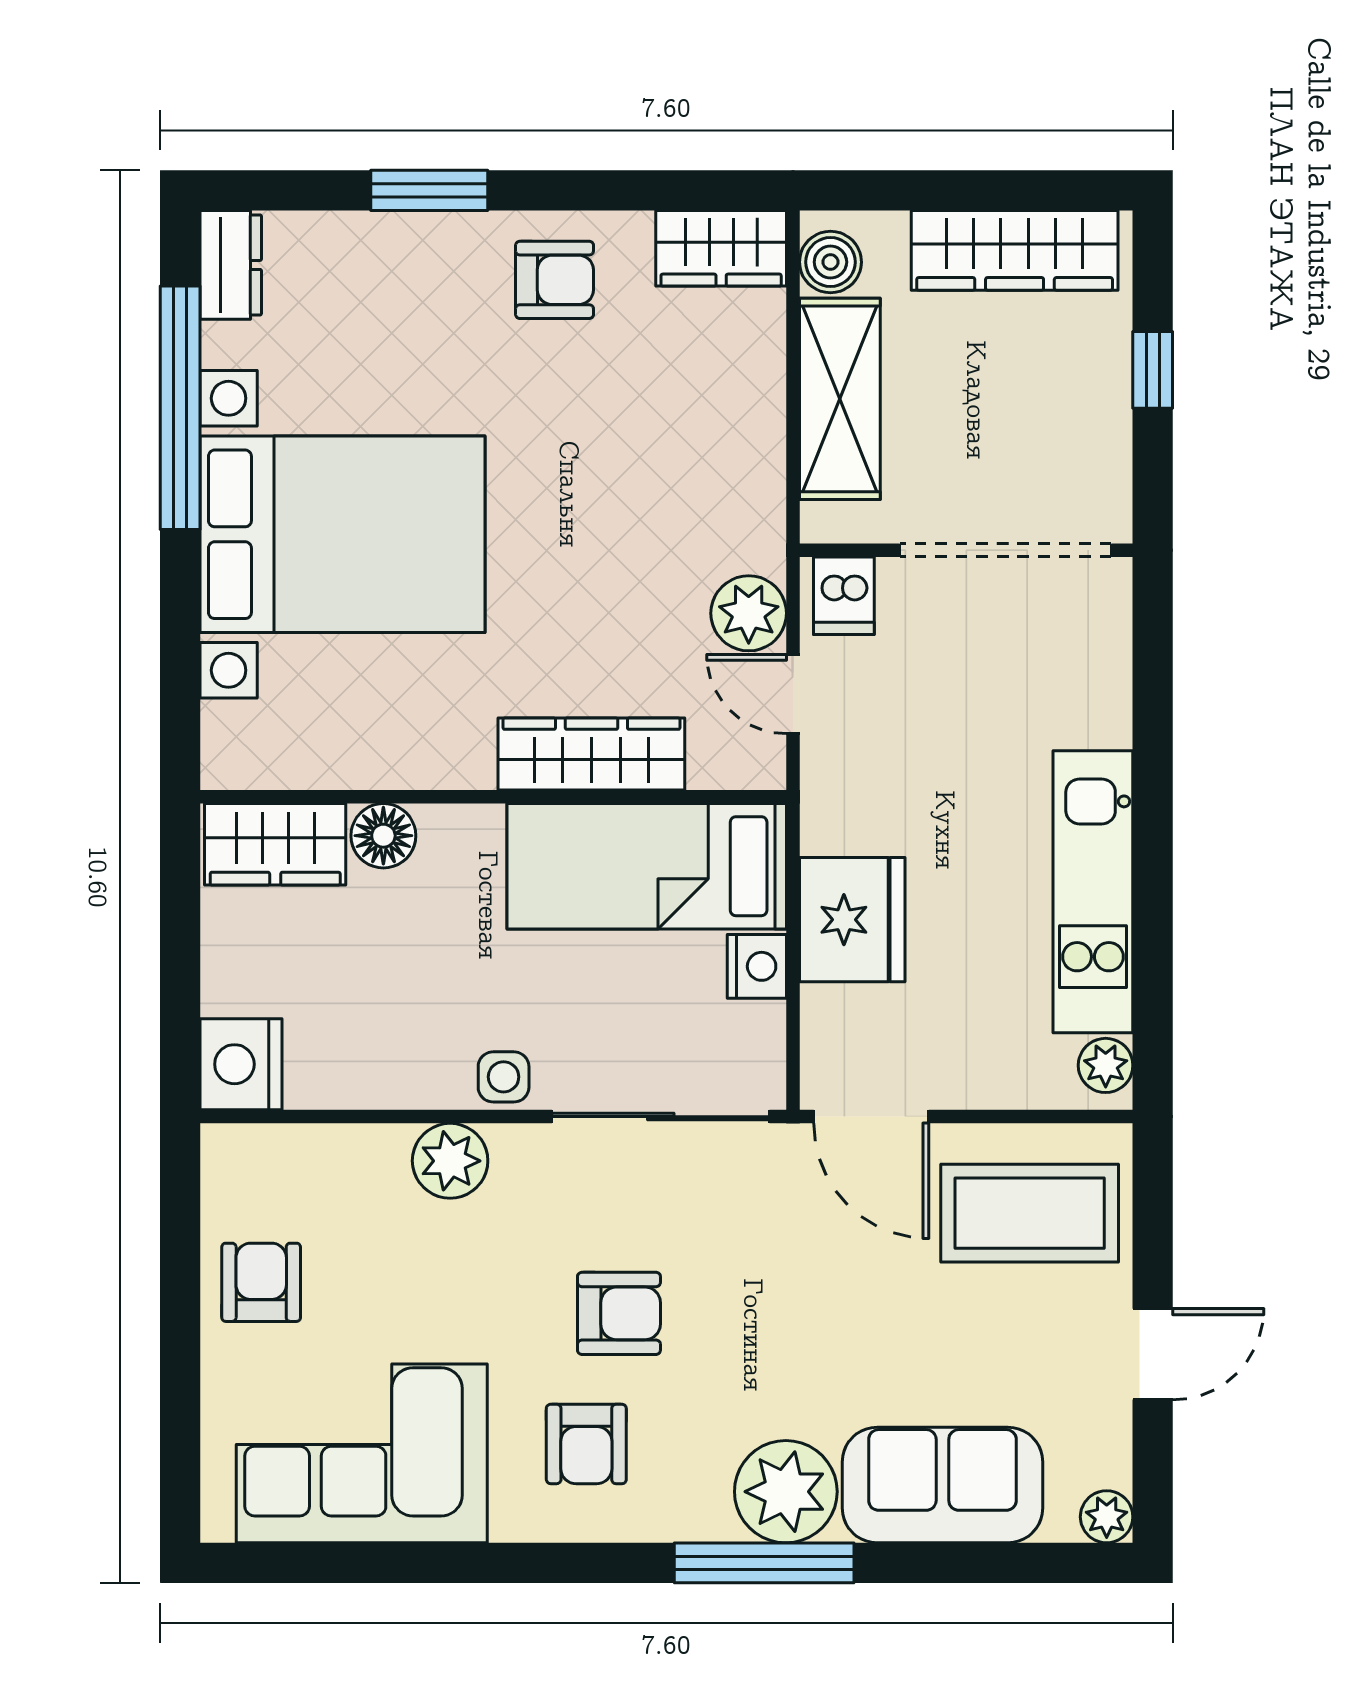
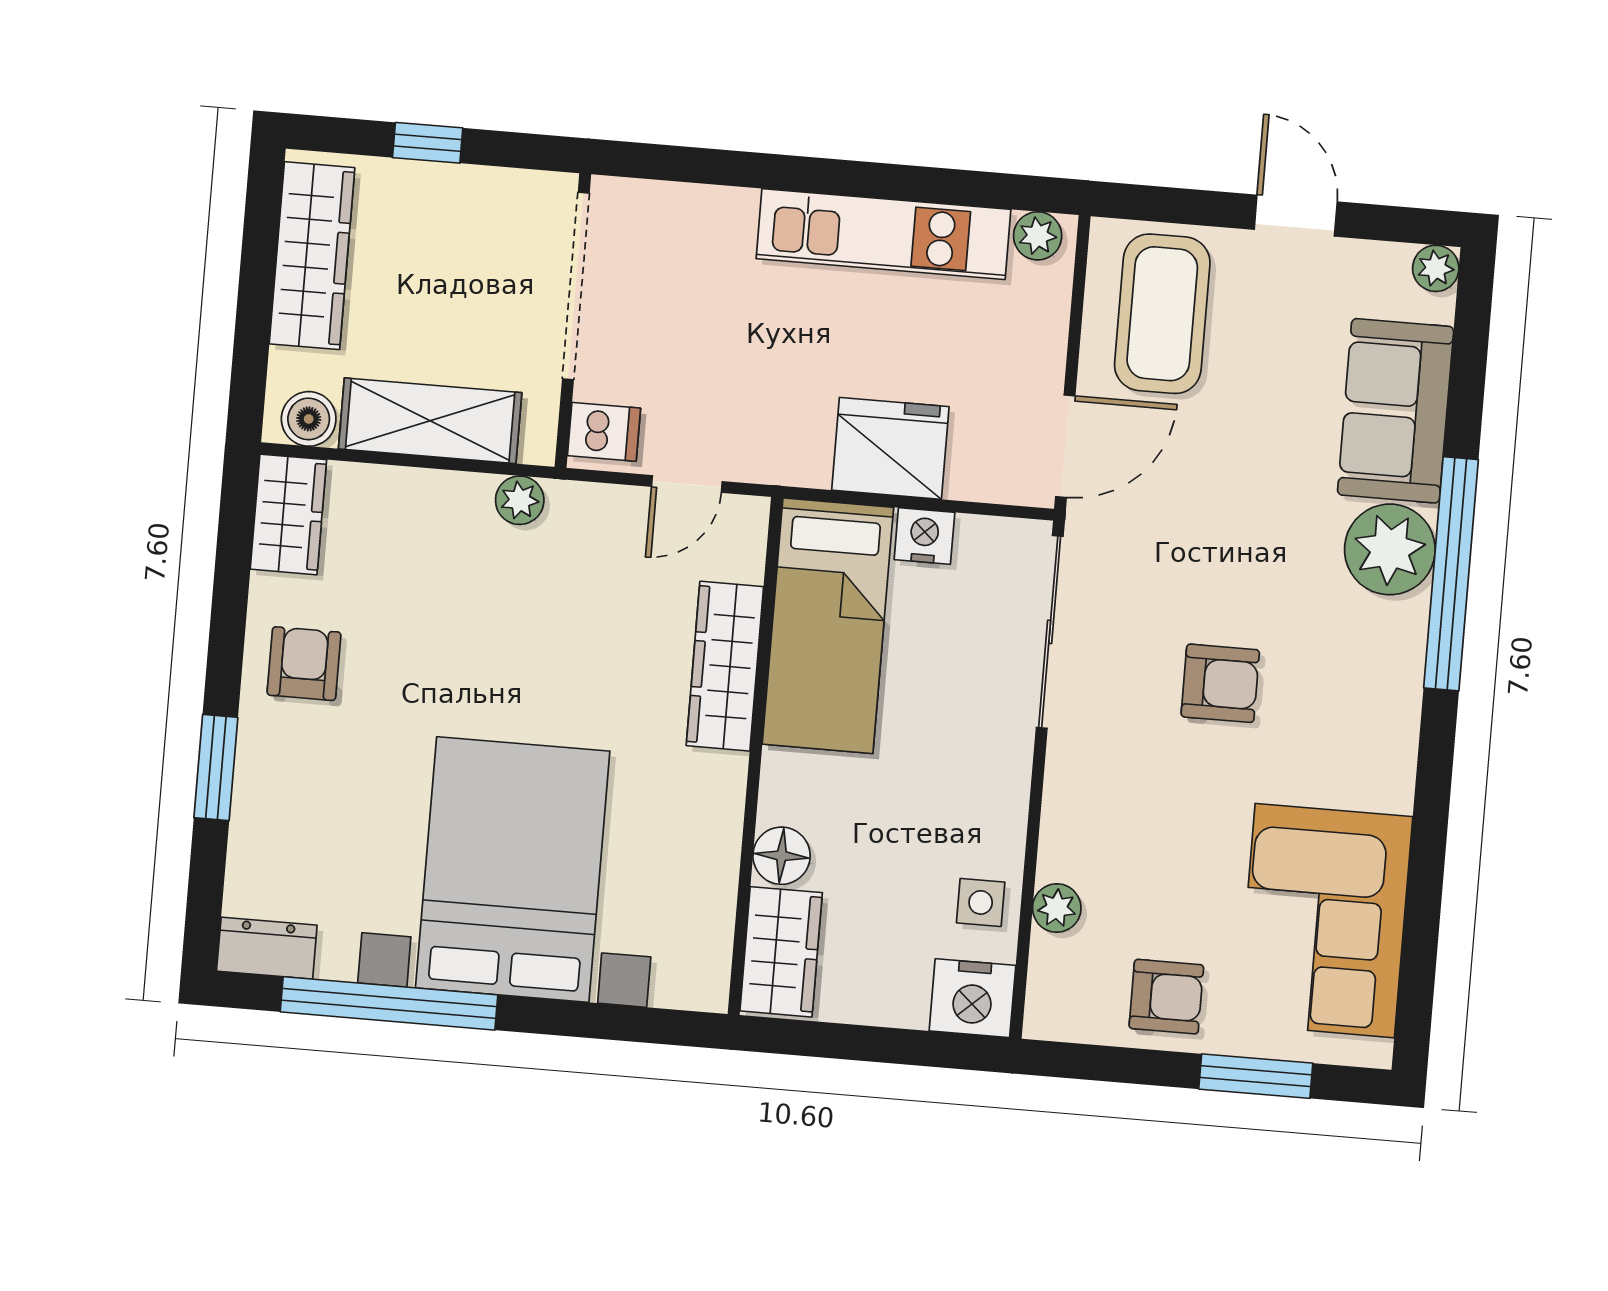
plant: (749, 613) -> (520, 500), moved, width x0.73, depth x0.73
side table: (504, 1077) -> (981, 902), moved
plant: (450, 1161) -> (1057, 908), moved, width x0.73, depth x0.73
armchair: (261, 1282) -> (1166, 997), turned 180
armchair: (619, 1313) -> (1220, 683), turned 90
window: (180, 1391) -> (1256, 1076), added
armchair: (586, 1444) -> (1333, 722), removed
window: (764, 1563) -> (1451, 574), width x1.46

